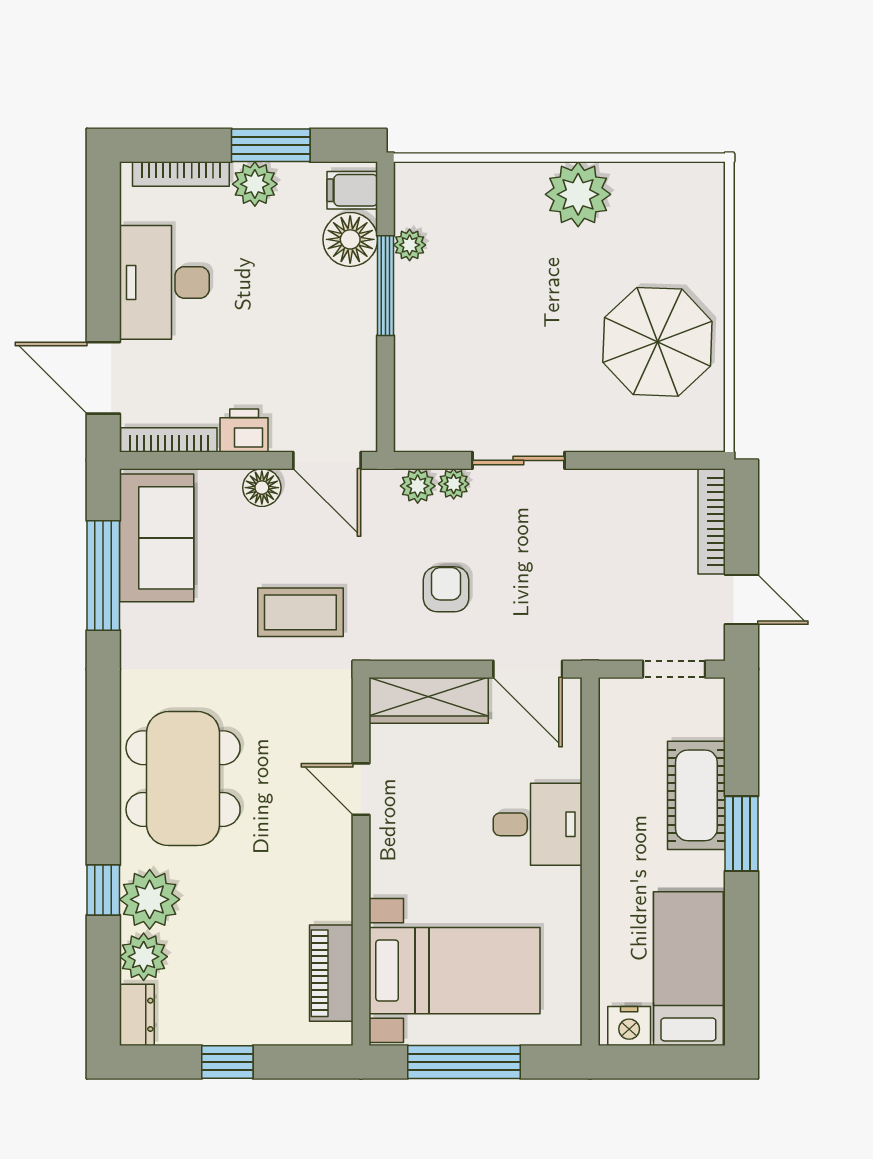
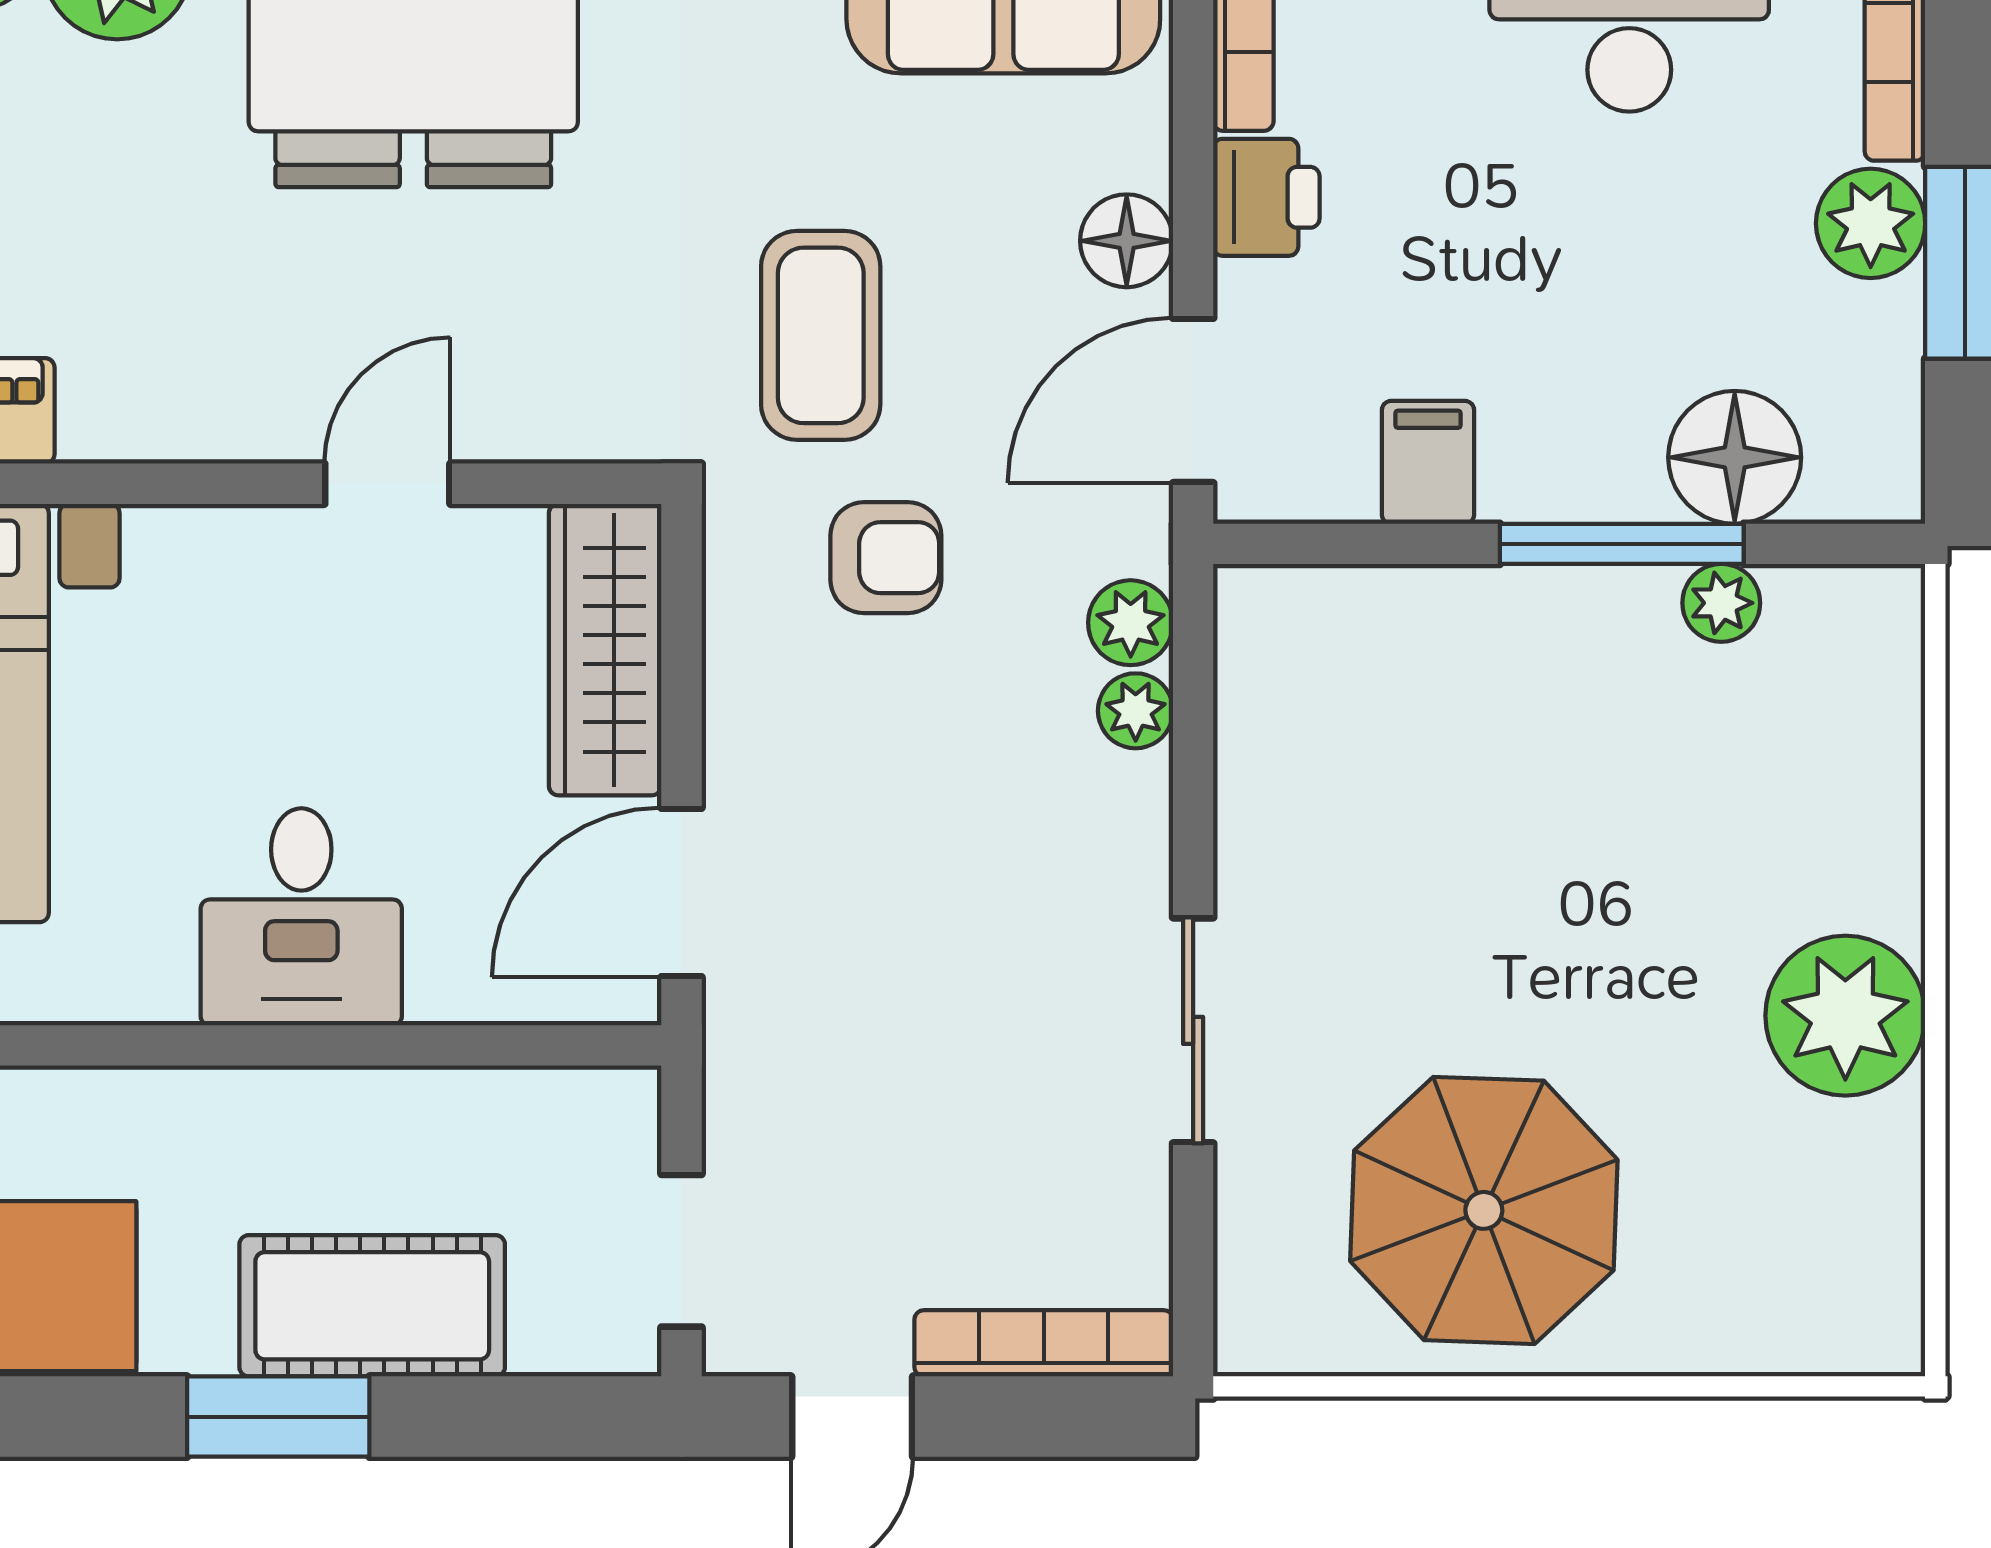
filing cabinet: (352, 190) -> (1428, 462), moved
sliding door: (518, 460) -> (1193, 1030), moved
armchair: (446, 589) -> (886, 558), moved

